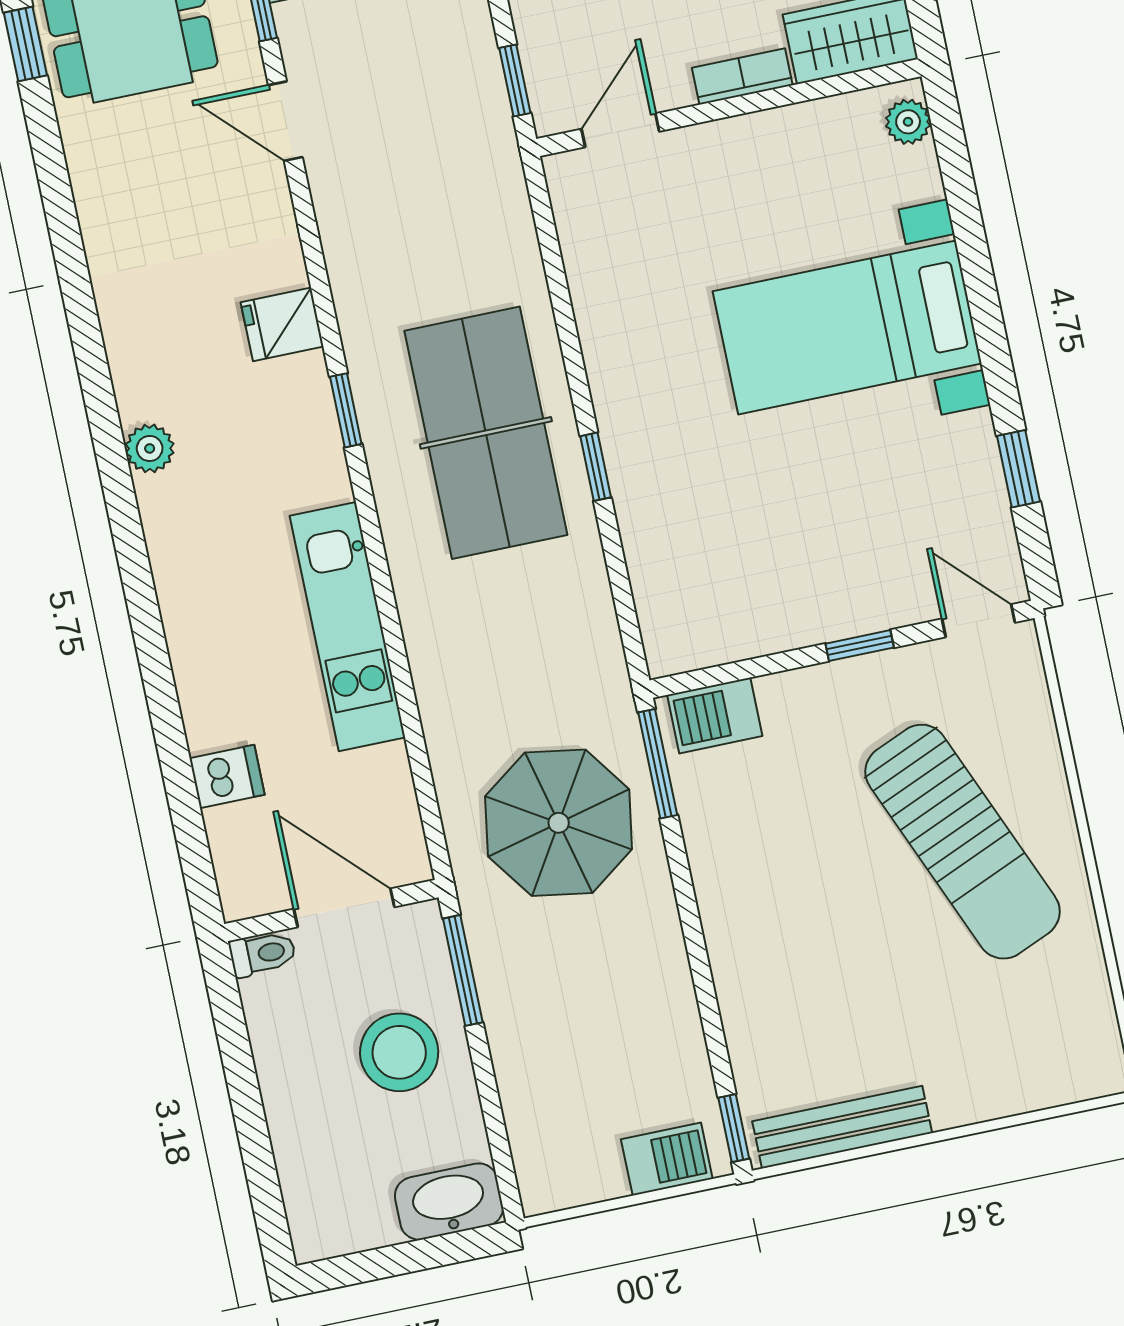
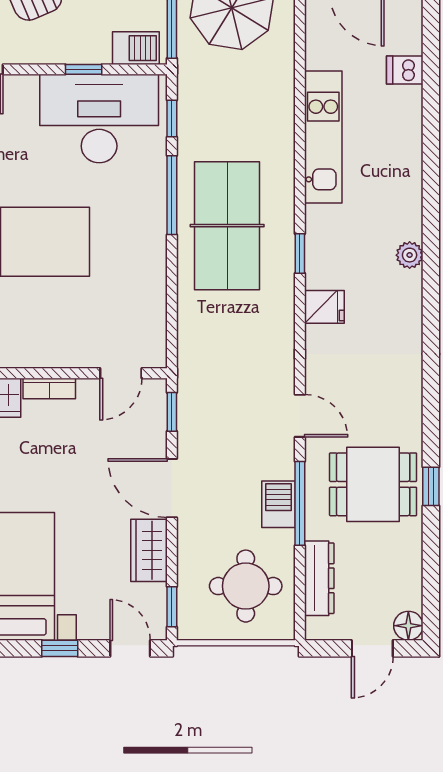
window: (596, 467) -> (172, 195), width x2.17
desk: (754, 576) -> (99, 119), added
window: (624, 603) -> (172, 119), added
window: (860, 646) -> (84, 69), moved

